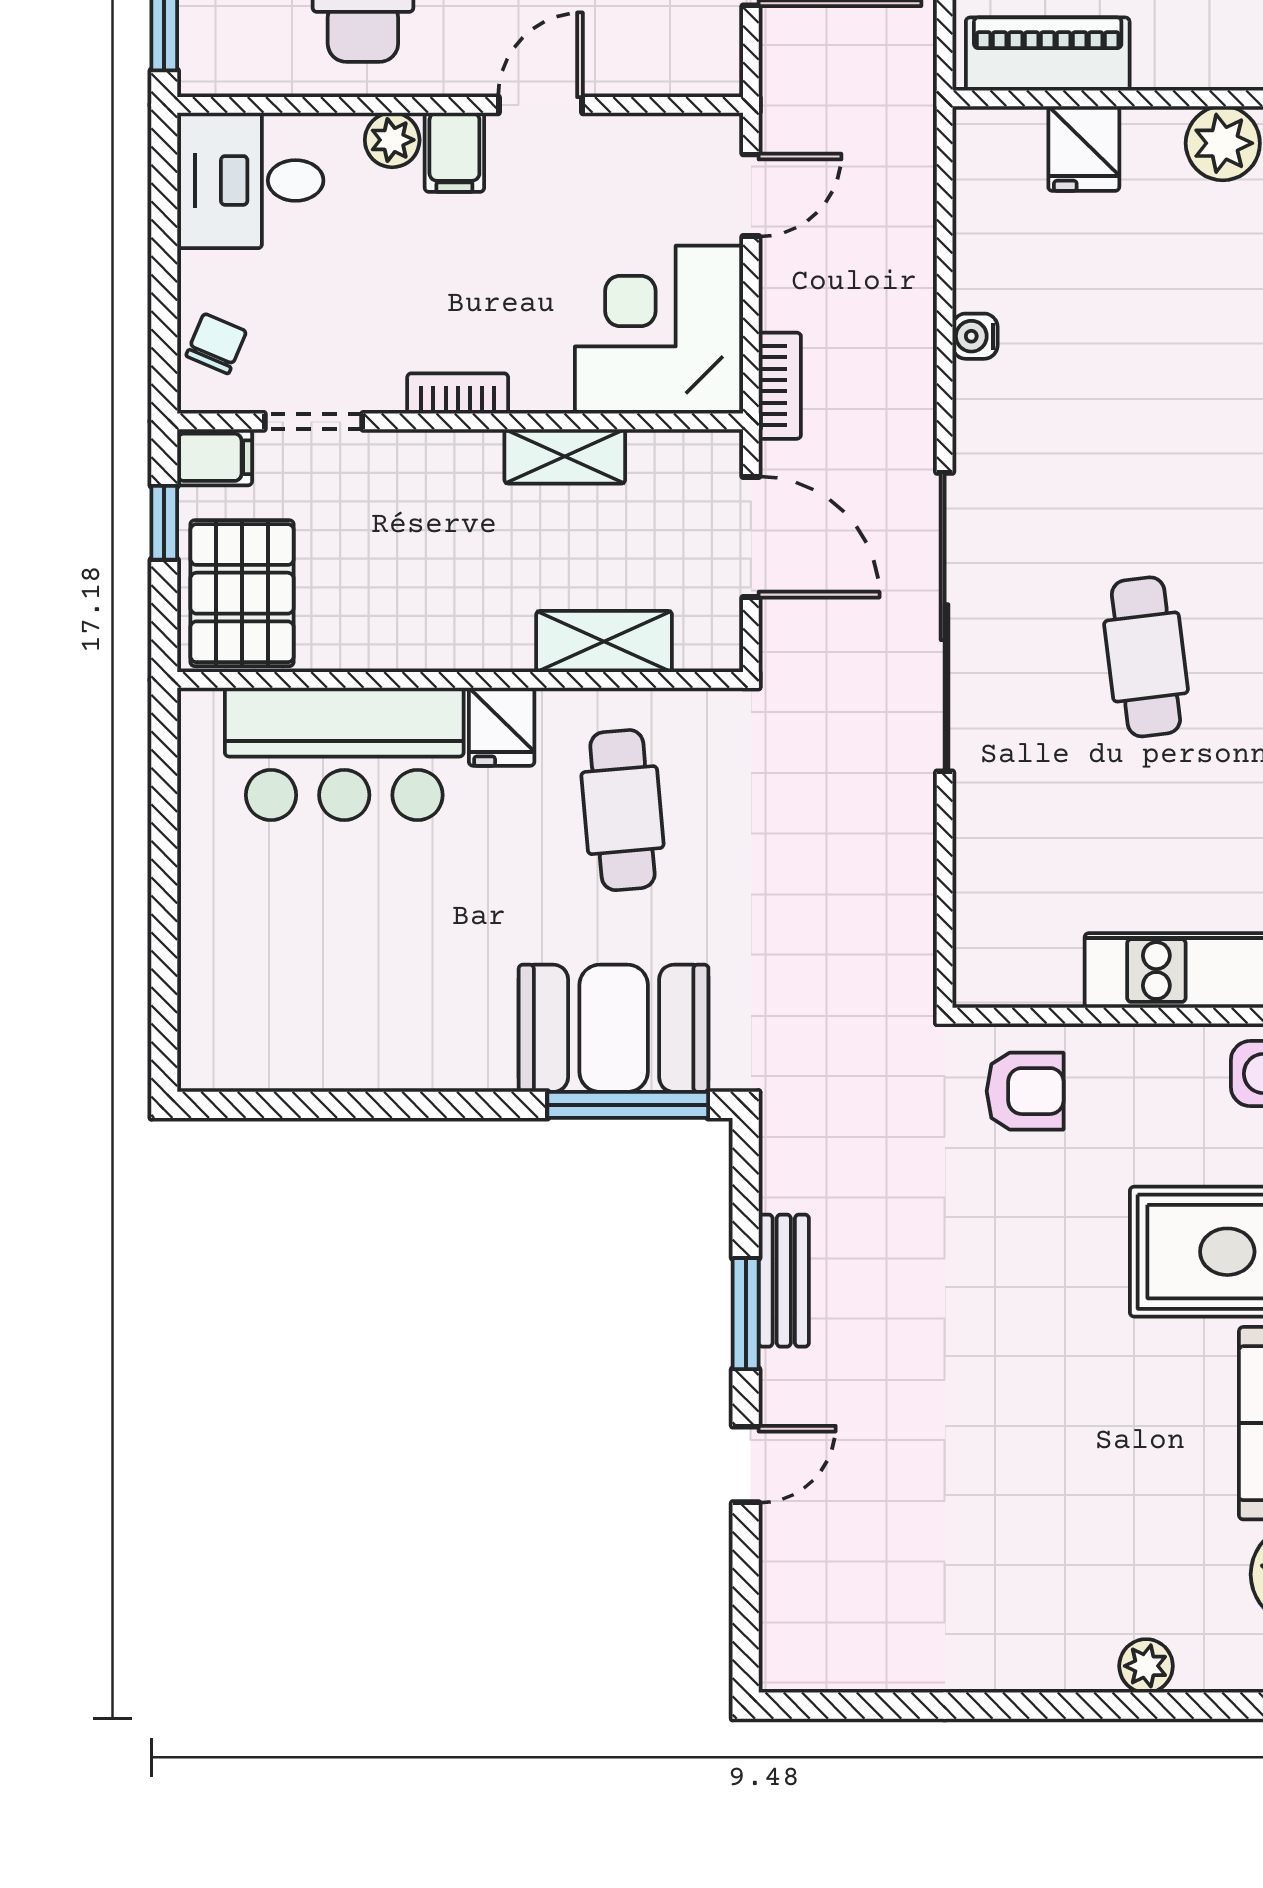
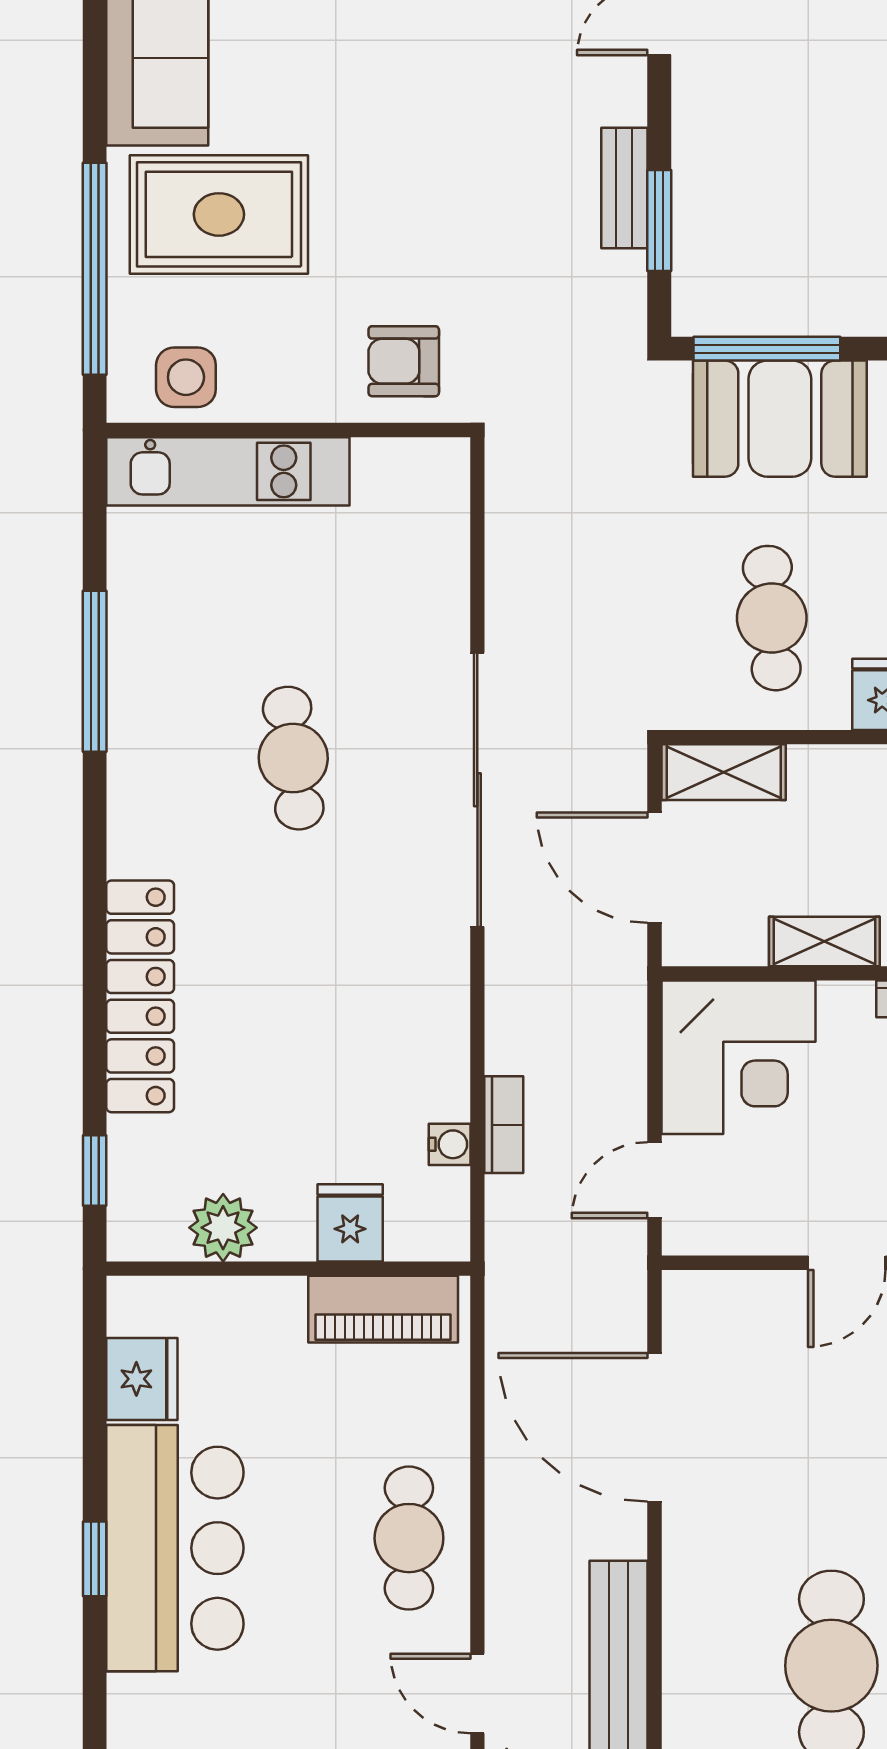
water cooler: (975, 336) -> (450, 1144), moved
bookcase: (780, 386) -> (504, 1125), moved, turned 180
shelving: (604, 642) -> (724, 772), moved
window: (746, 1314) -> (659, 220), moved

